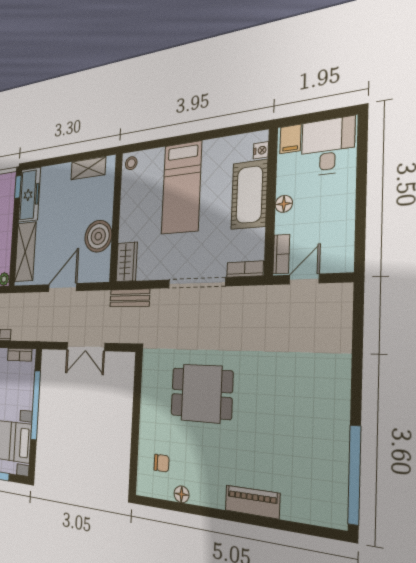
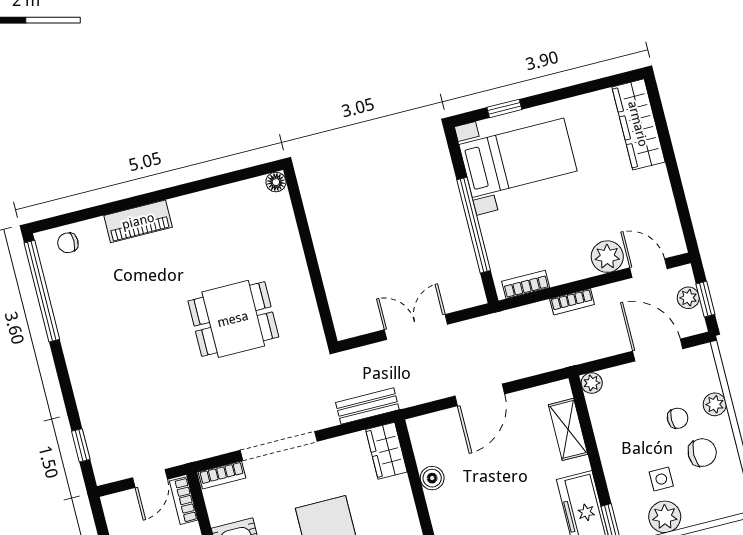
boiler: (98, 236) -> (432, 478), width x0.54, depth x0.54
shelving: (25, 252) -> (568, 429), width x0.67, depth x0.75
window: (358, 323) -> (81, 445), added
chair: (162, 463) -> (68, 243), moved
floor lamp: (182, 494) -> (276, 182), moved

